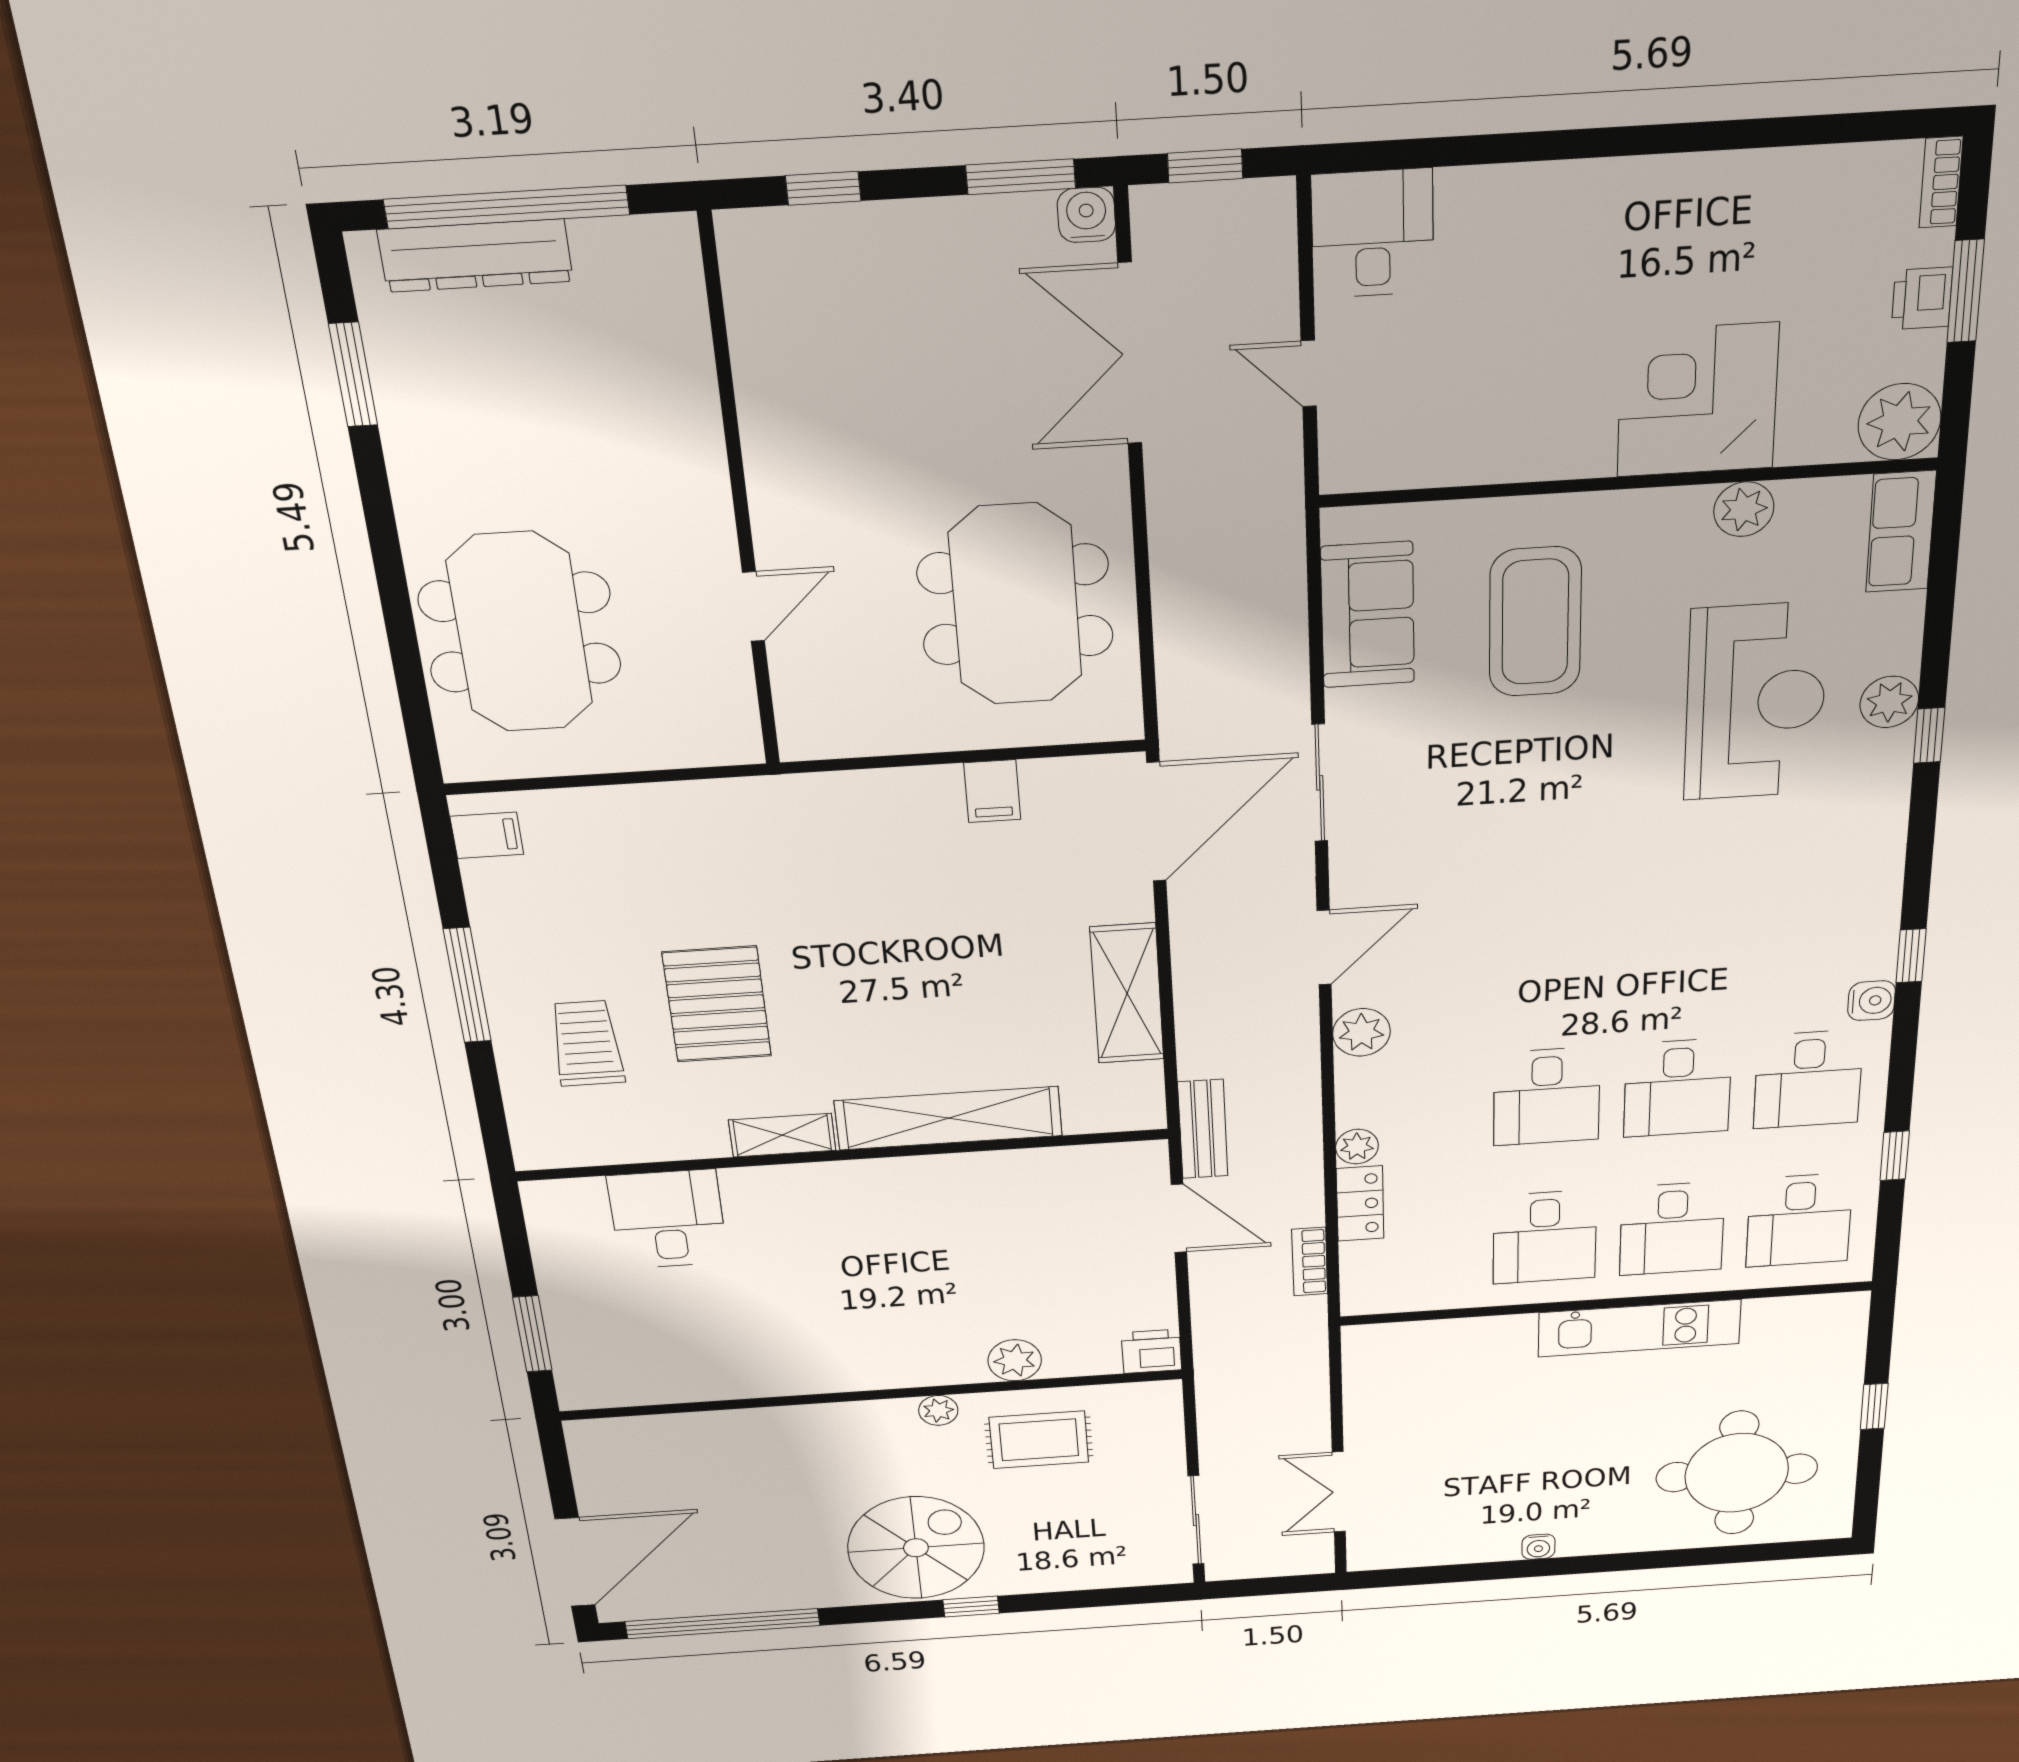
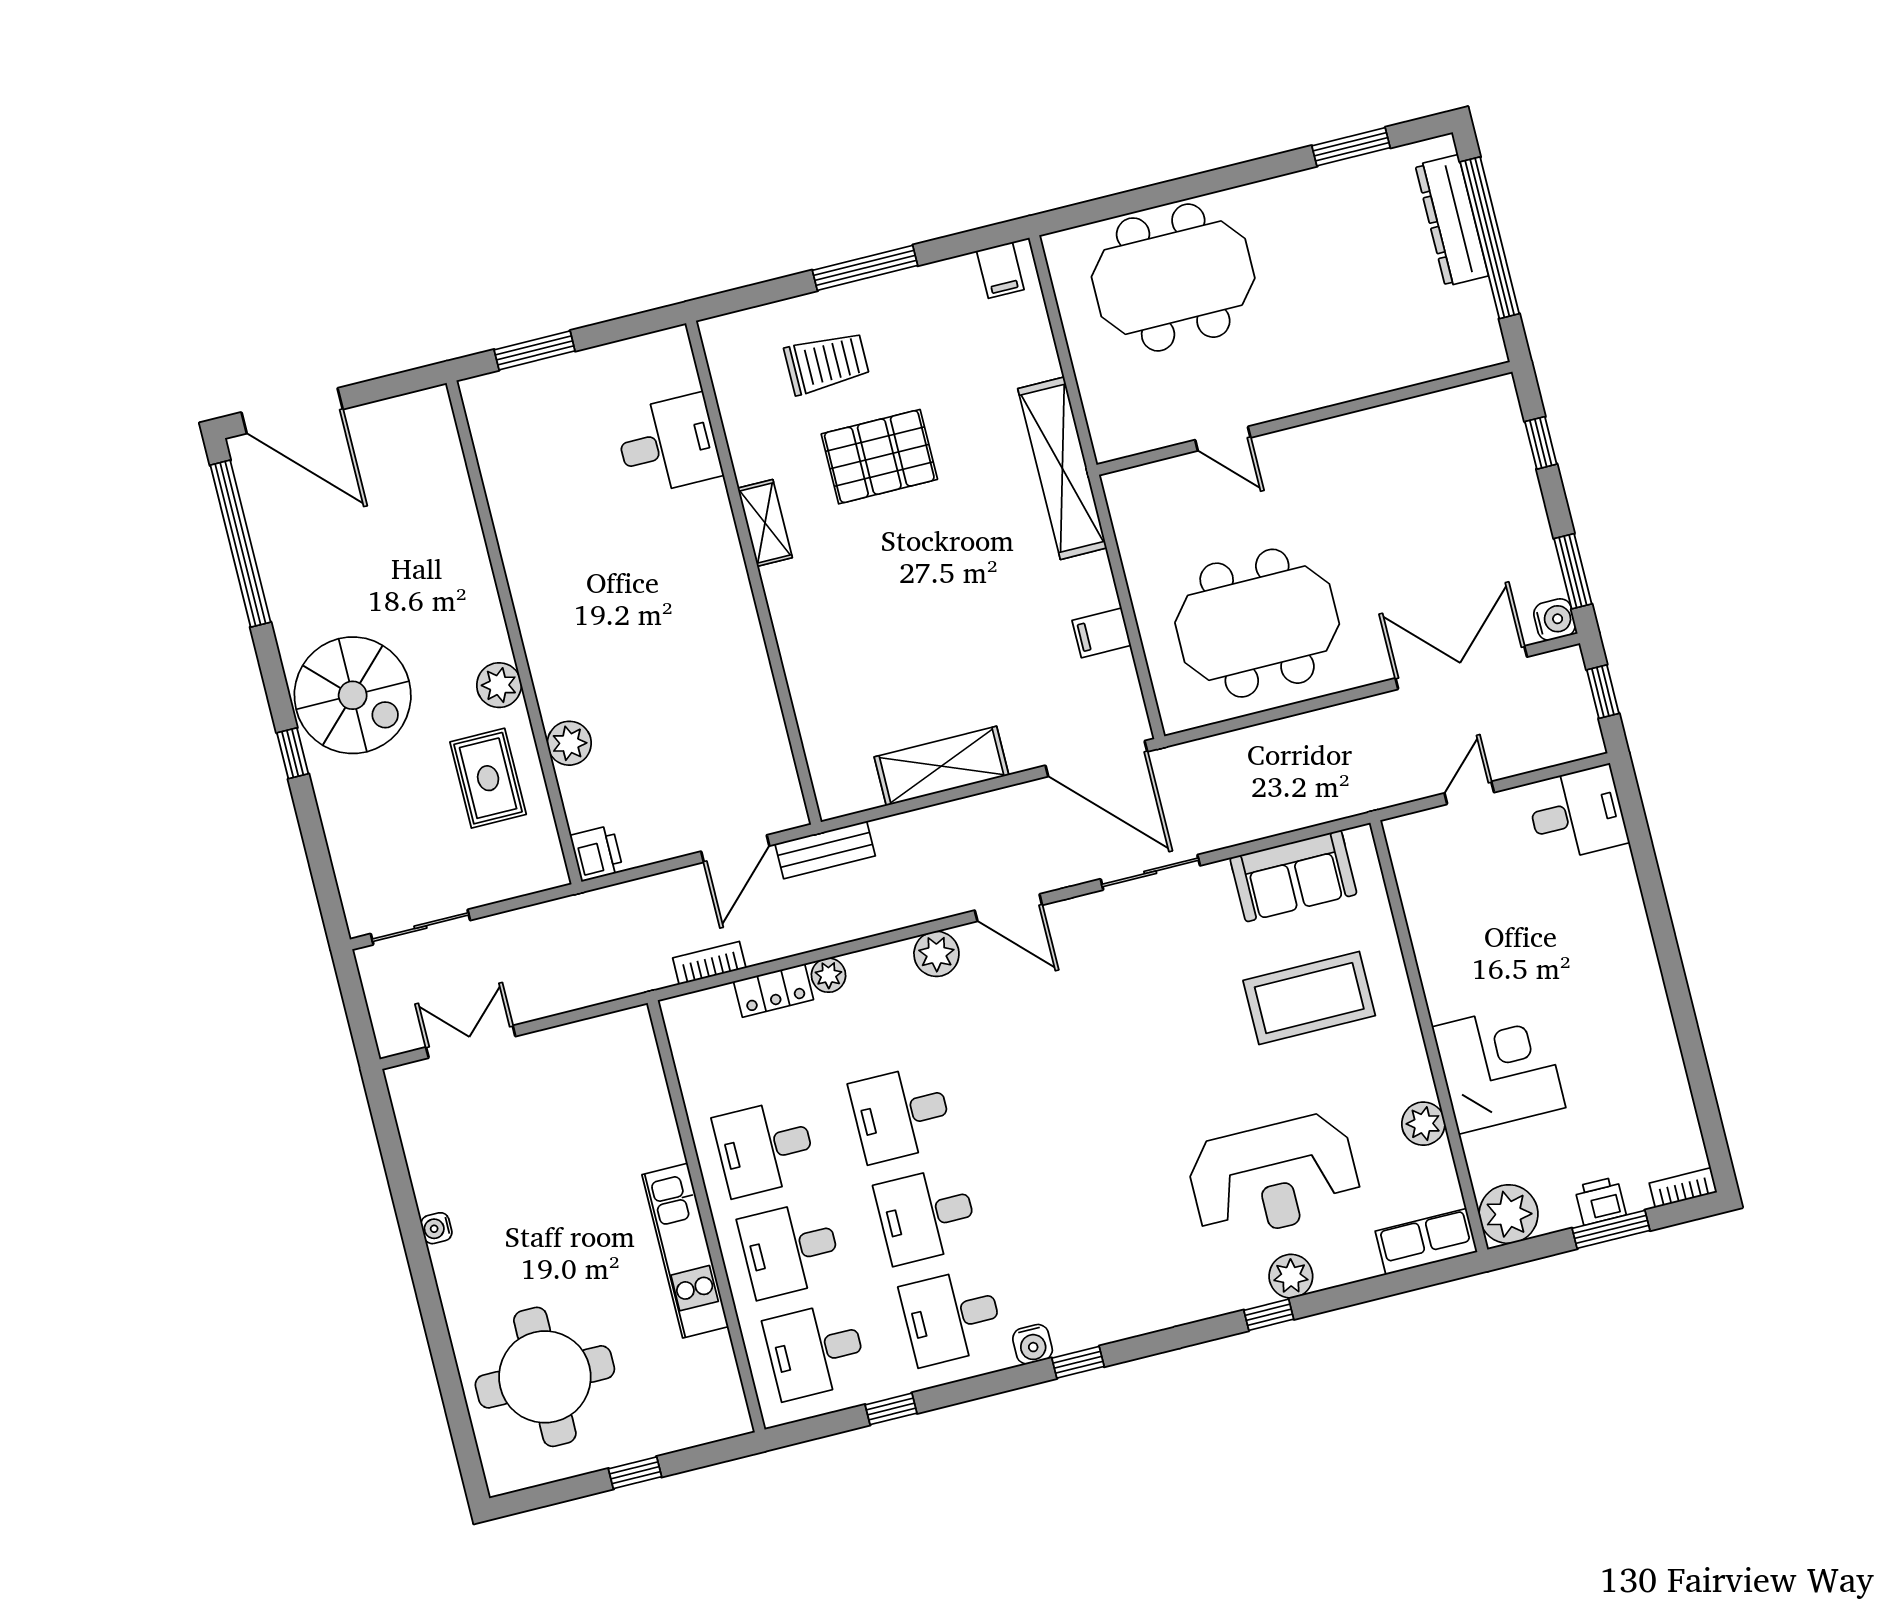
shelving: (948, 1118) -> (1062, 468), moved
plant: (938, 1410) -> (499, 685), width x1.38, depth x1.38

